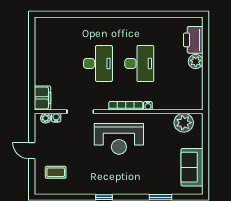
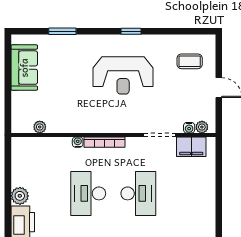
desk: (98, 63) -> (138, 193), turned 180
filing cabinet: (42, 98) -> (191, 147), moved, turned -90
plant: (184, 123) -> (40, 127), width x0.53, depth x0.53
reception desk: (119, 139) -> (123, 75), moved, turned 180

